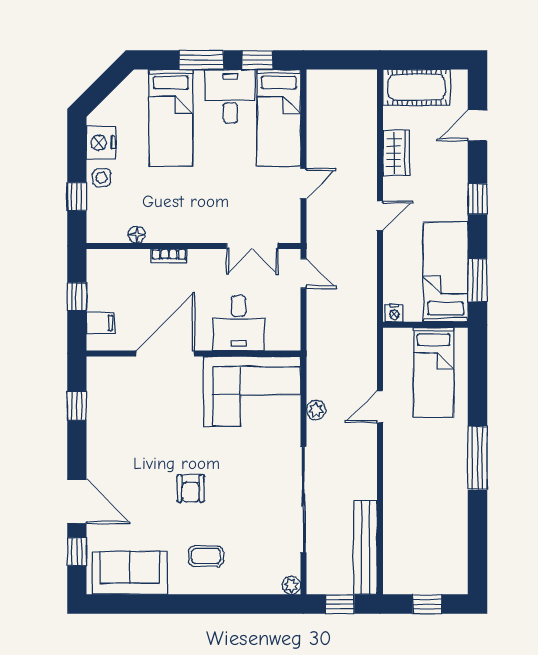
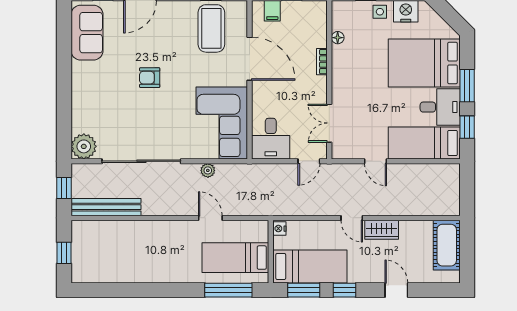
bed: (171, 118) -> (424, 63), width x1.50
door: (478, 125) -> (396, 290), moved
wardrobe: (396, 153) -> (382, 230), moved
window: (478, 199) -> (345, 290), moved
desk: (239, 323) -> (271, 139), moved, turned -90
window: (478, 458) -> (228, 290), moved
coffee table: (206, 556) -> (211, 28), moved, width x1.86, depth x1.72
plant: (291, 585) -> (84, 146), width x1.88, depth x1.88

